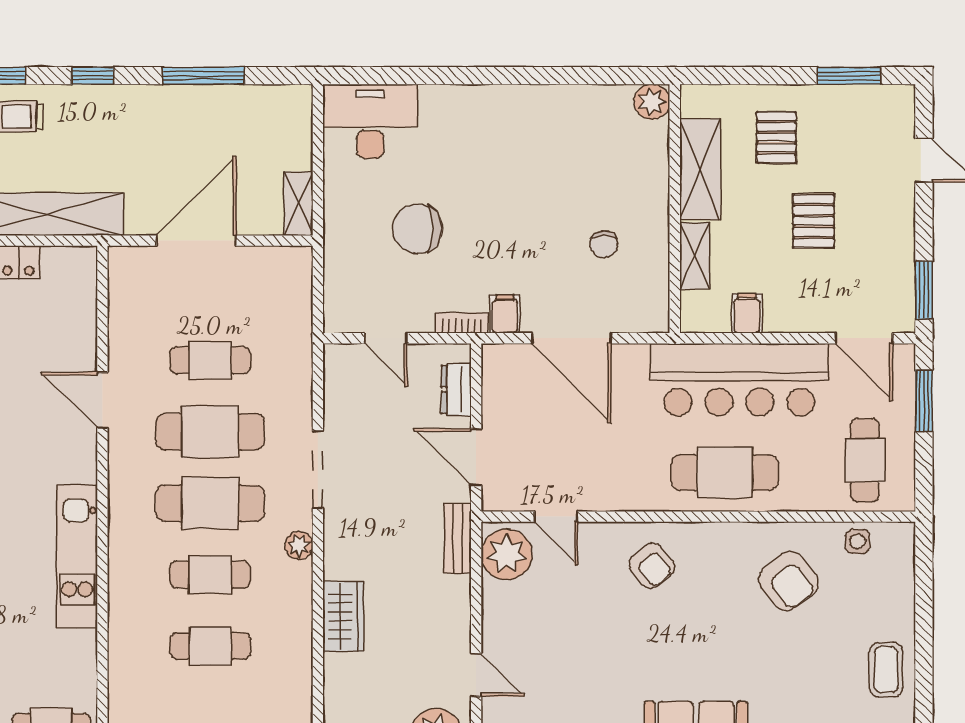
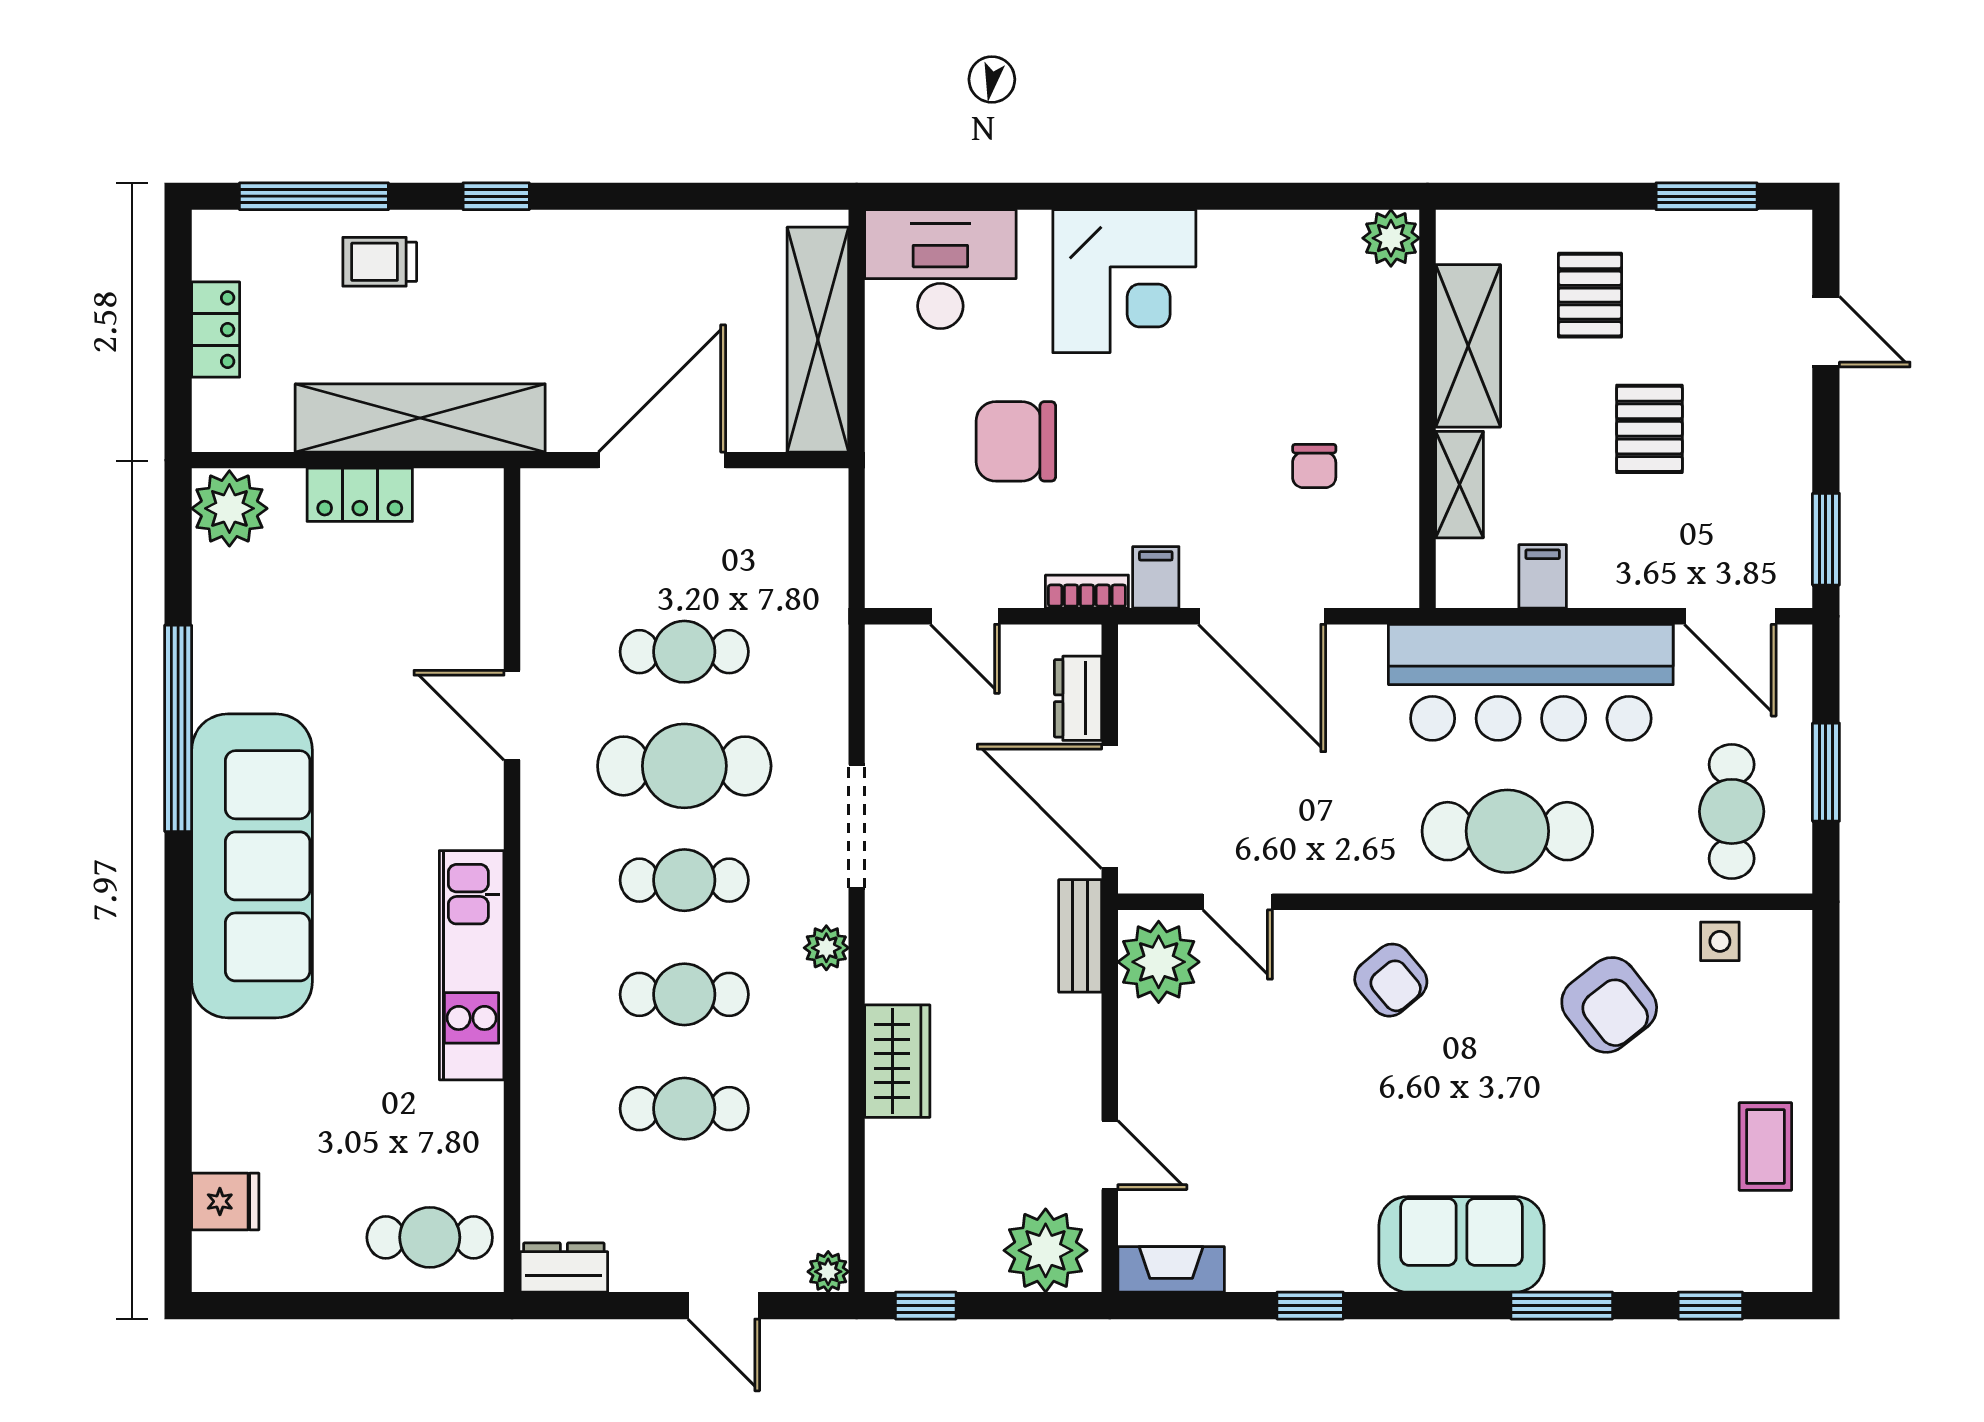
window: (203, 76) -> (673, 196), removed
corner desk: (485, 129) -> (1124, 281), added
shelving: (298, 204) -> (818, 340), width x2.20, depth x1.33
window: (924, 401) -> (1826, 772), moved
door: (476, 457) -> (1110, 806), width x1.36
cafe table: (210, 503) -> (684, 880), width x0.73, depth x0.74

